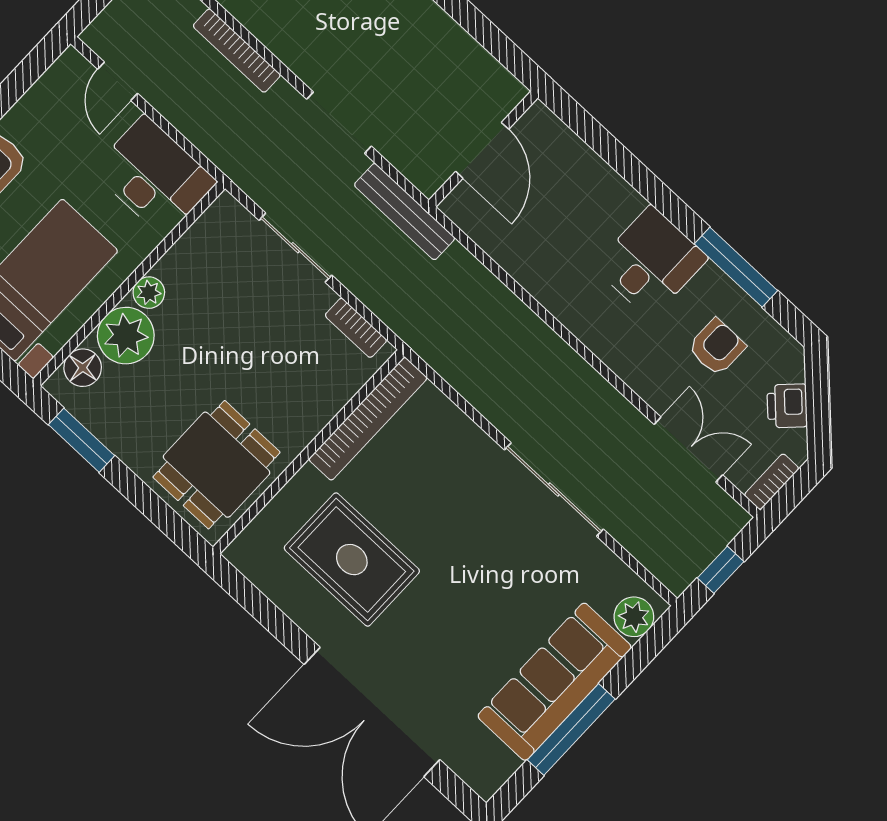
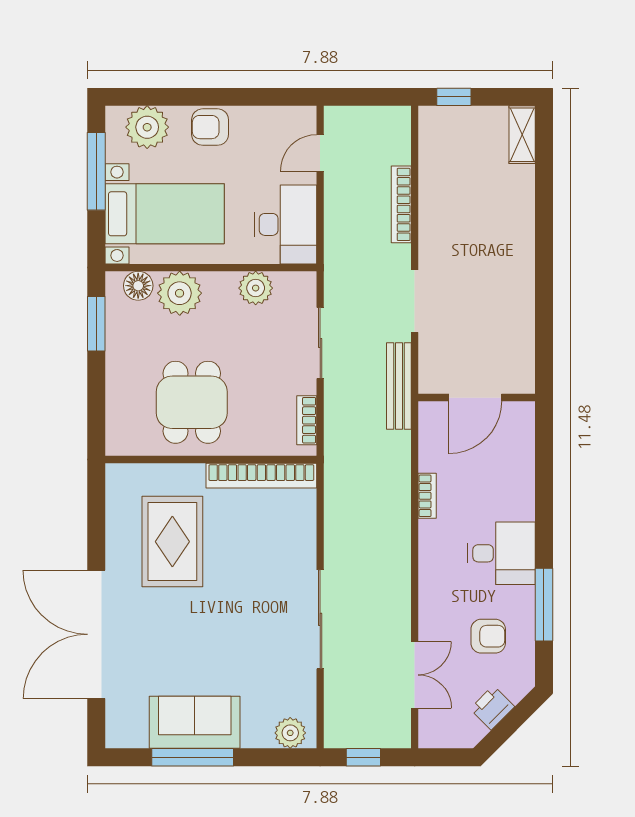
plant: (149, 293) -> (256, 288), moved, width x1.38, depth x1.38
dining table: (217, 465) -> (192, 402), moved, turned 90
bookcase: (772, 482) -> (427, 496), moved, turned 90
sofa: (555, 682) -> (195, 722), width x0.73

